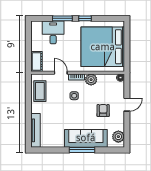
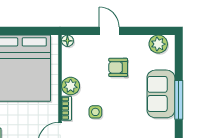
sofa: (86, 138) -> (161, 94), width x0.73

